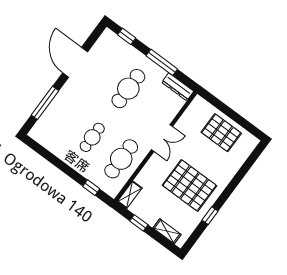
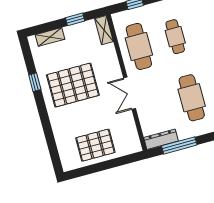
window: (162, 62) -> (179, 145), moved

